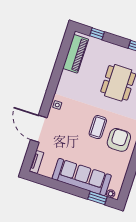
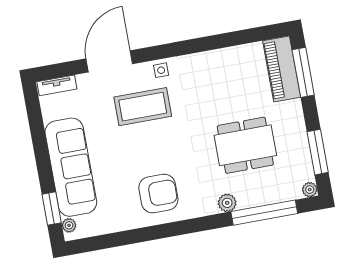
window: (97, 34) -> (303, 72), width x2.17
piano: (76, 54) -> (282, 69), moved, turned 90
coffee table: (98, 127) -> (143, 107), moved, width x1.36, depth x1.32

